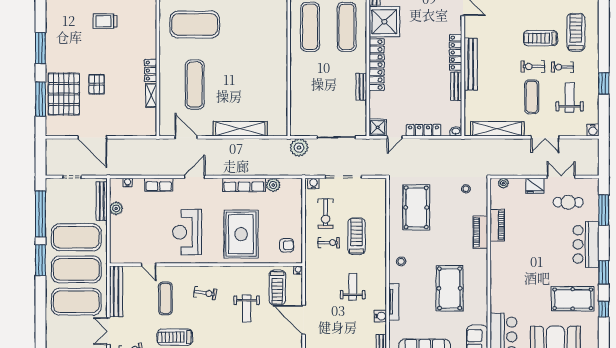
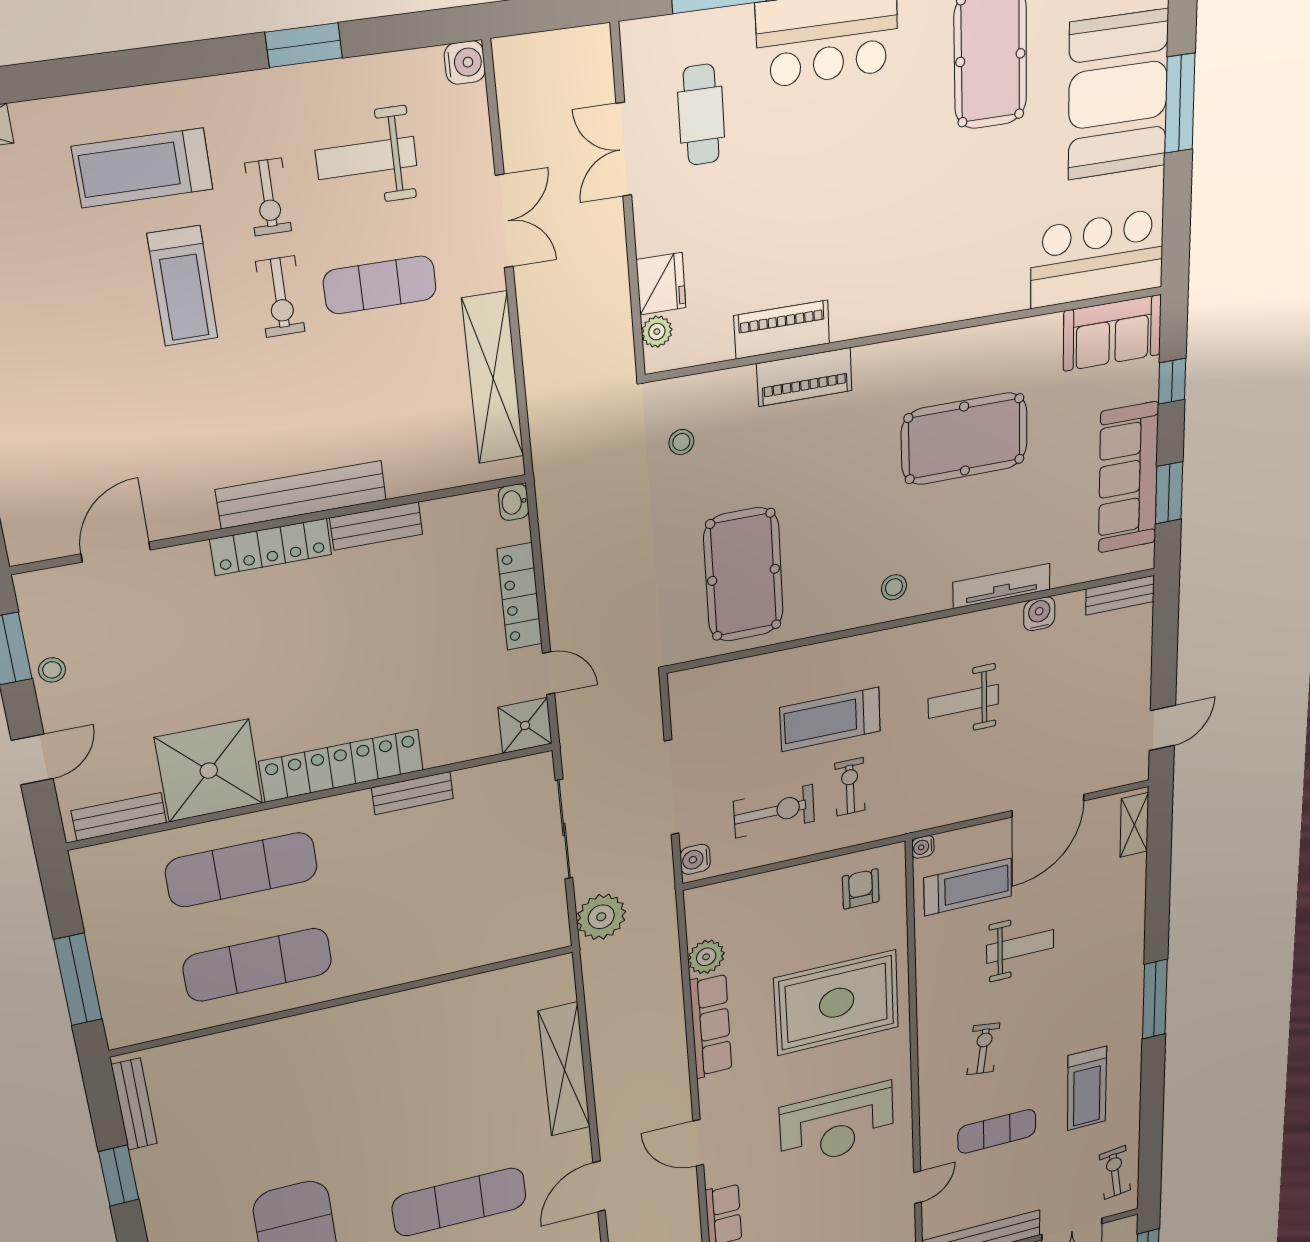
fridge: (535, 186) -> (661, 284), moved
pool table: (416, 207) -> (744, 575), turned 90

